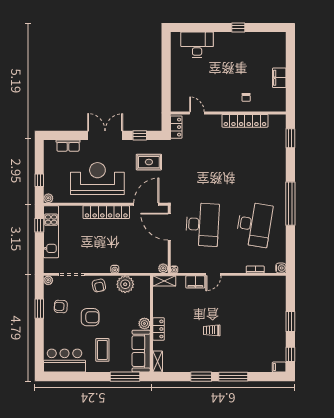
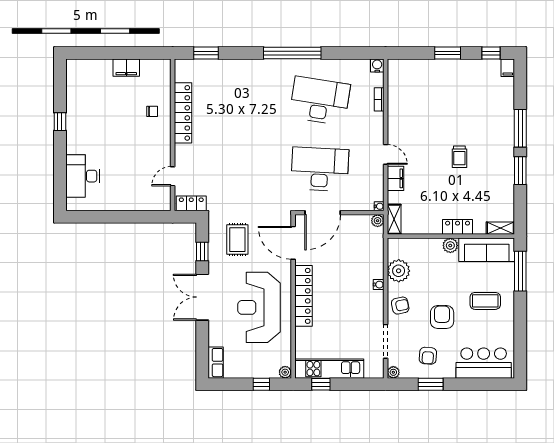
row of seats: (68, 146) -> (216, 363), moved
bar counter: (65, 361) -> (484, 363), moved, turned 90

